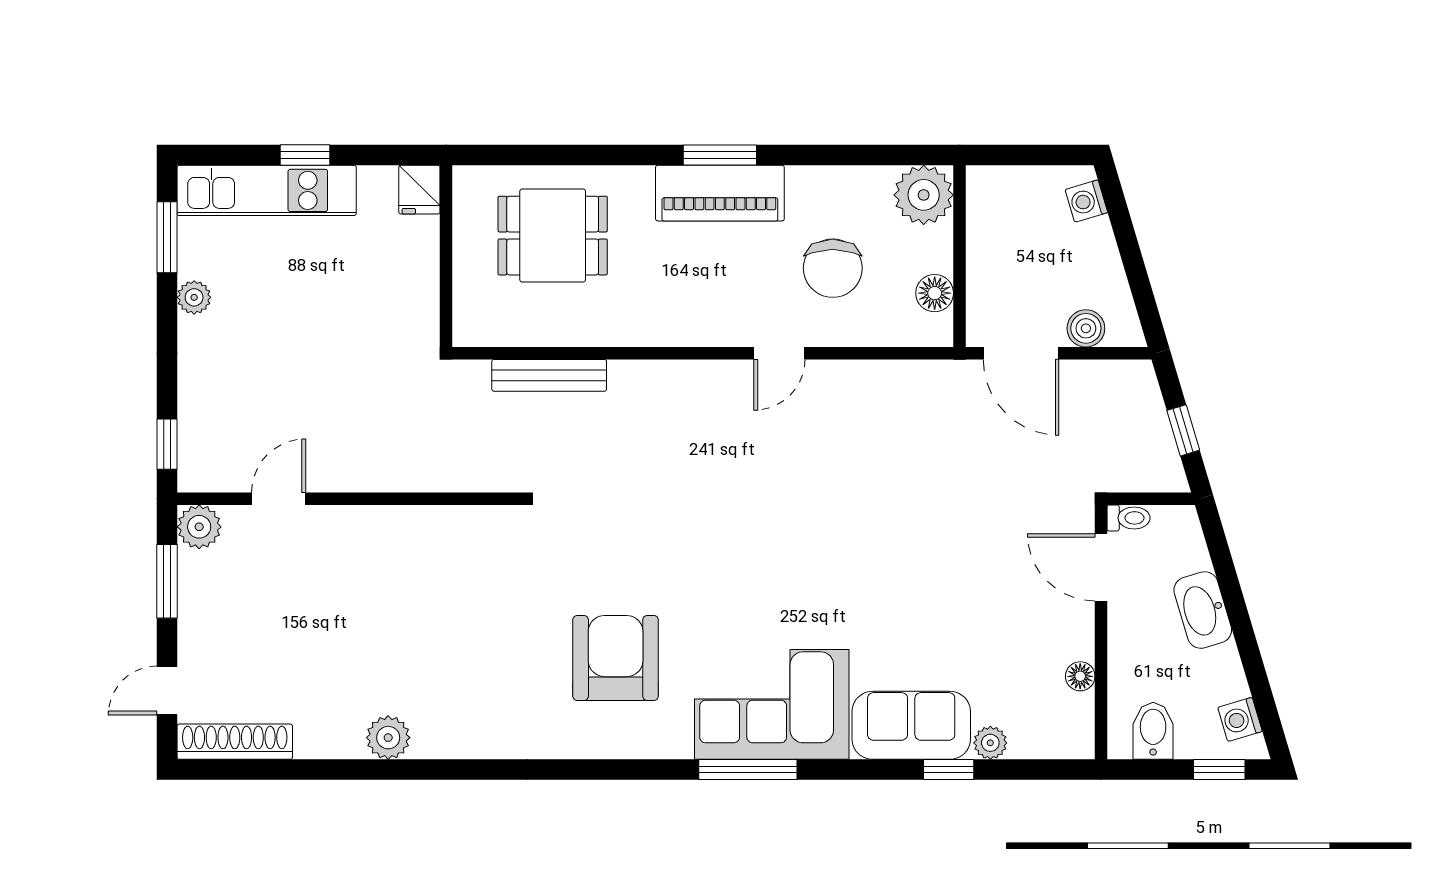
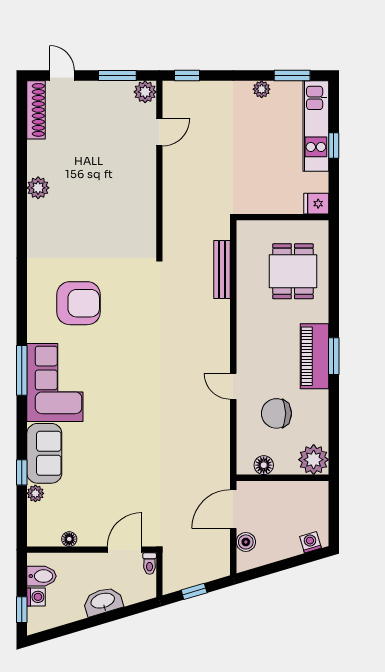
door: (279, 499) -> (159, 132), hinge flipped
washing machine: (1240, 719) -> (36, 597), moved, turned 107

